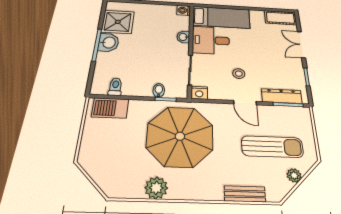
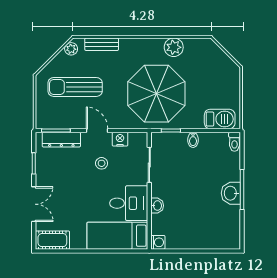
shower: (118, 22) -> (225, 221), removed
toilet: (115, 87) -> (234, 142), moved
bidet: (159, 90) -> (193, 140), moved
nightstand: (199, 93) -> (120, 139), moved
plant: (294, 175) -> (71, 49), moved

